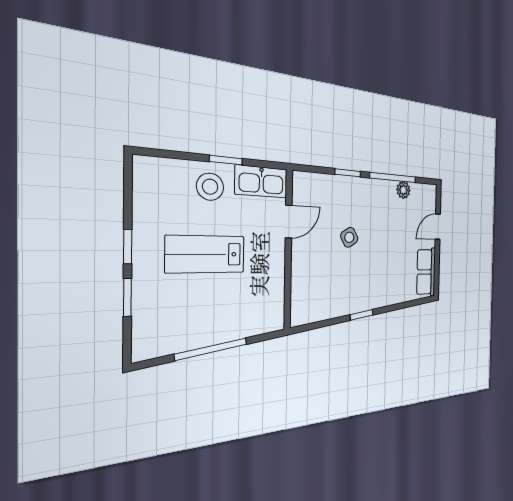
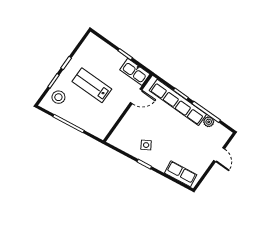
stool: (210, 187) -> (58, 97), moved
row of seats: (351, 189) -> (178, 102), added
door: (438, 227) -> (219, 155), swing flipped
side table: (349, 237) -> (146, 145), moved
row of seats: (426, 272) -> (181, 174), moved, turned 83

